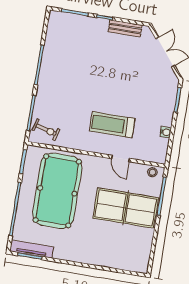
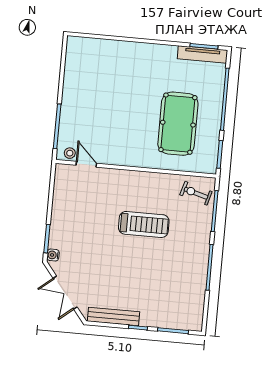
bench: (125, 28) -> (113, 316), width x1.36
treadmill: (112, 125) -> (144, 224), moved
water cooler: (166, 132) -> (53, 255), moved
door: (121, 159) -> (86, 164), moved
pool table: (57, 191) -> (178, 124), width x0.73, depth x0.76
table tennis table: (126, 208) -> (98, 110), removed

